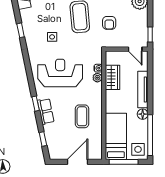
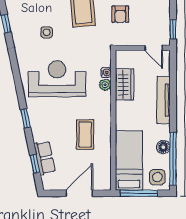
row of seats: (46, 111) -> (45, 158), moved
floor lamp: (143, 114) -> (163, 147), moved

